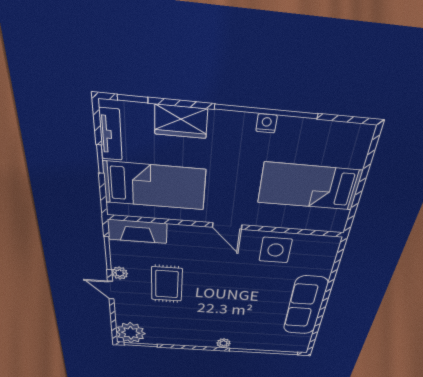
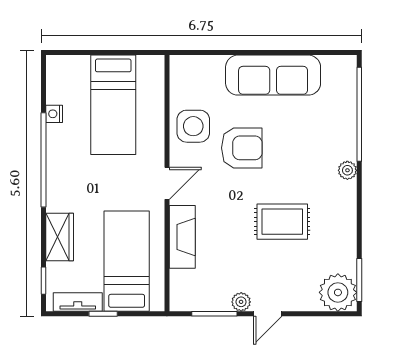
nightstand: (267, 123) -> (54, 114), moved
fireplace: (137, 231) -> (182, 237), moved
armchair: (251, 282) -> (242, 148), added
rug: (167, 284) -> (282, 222), moved

